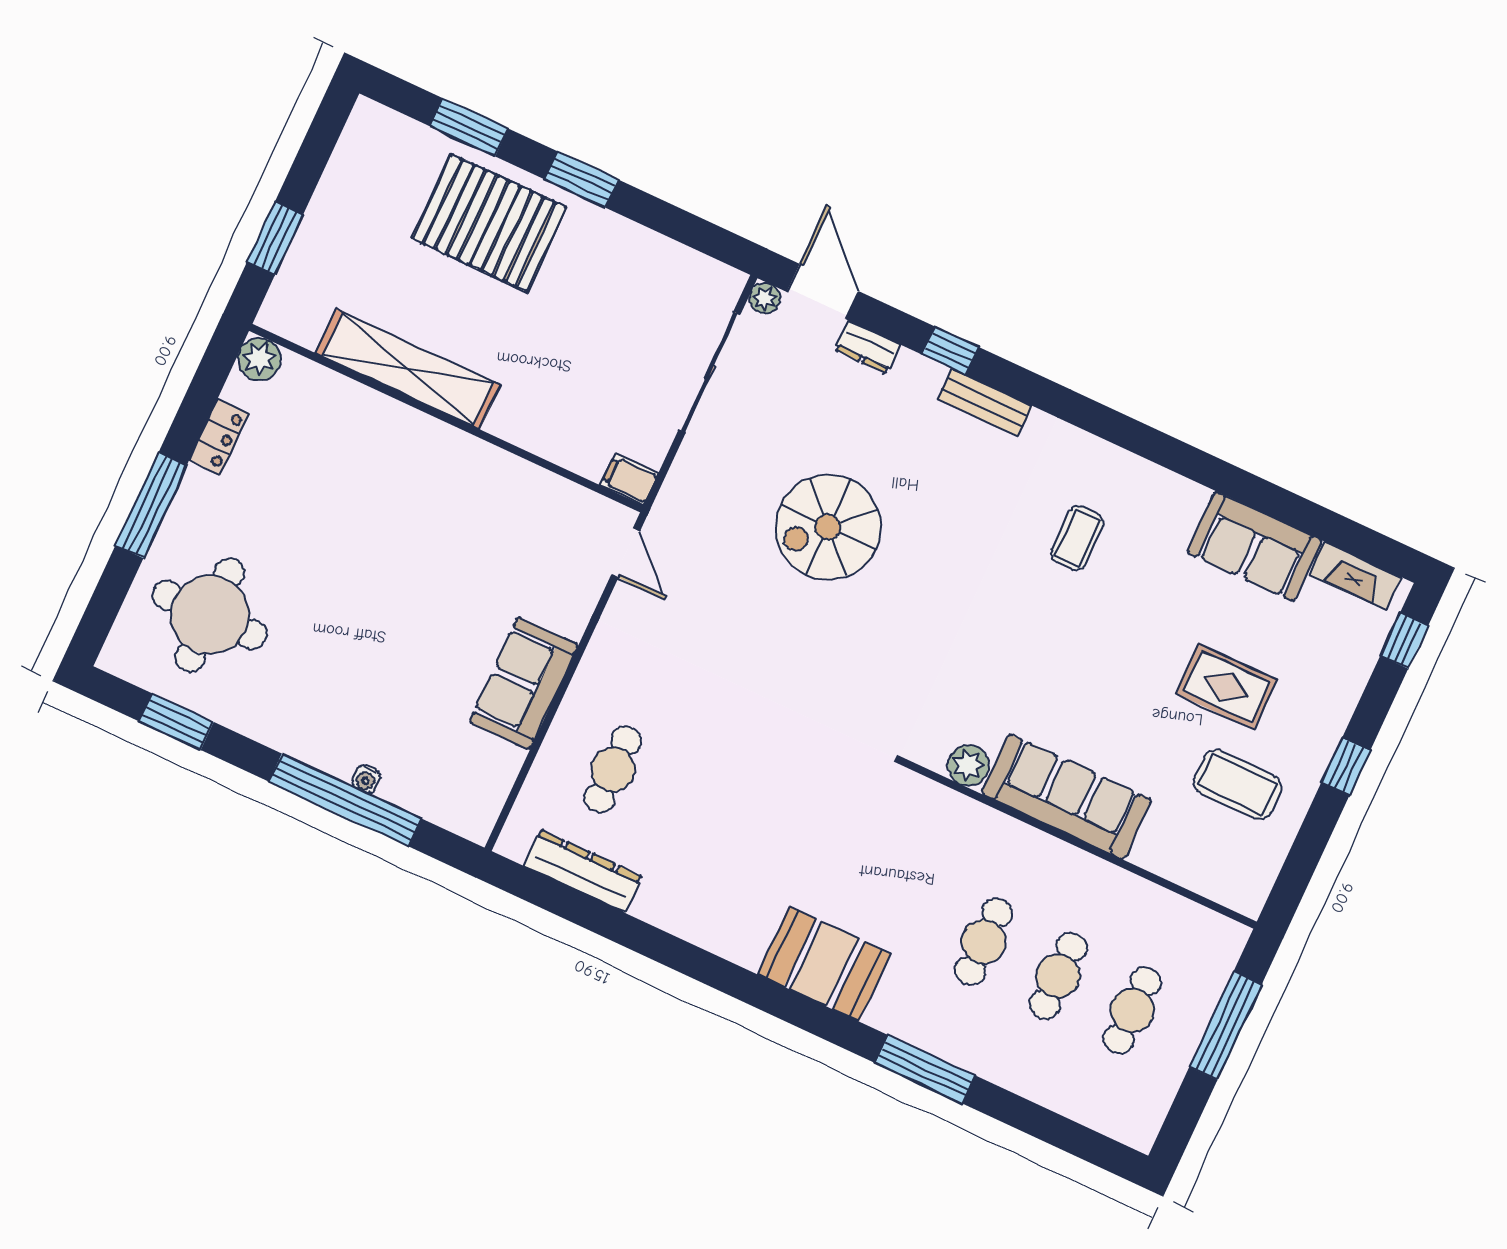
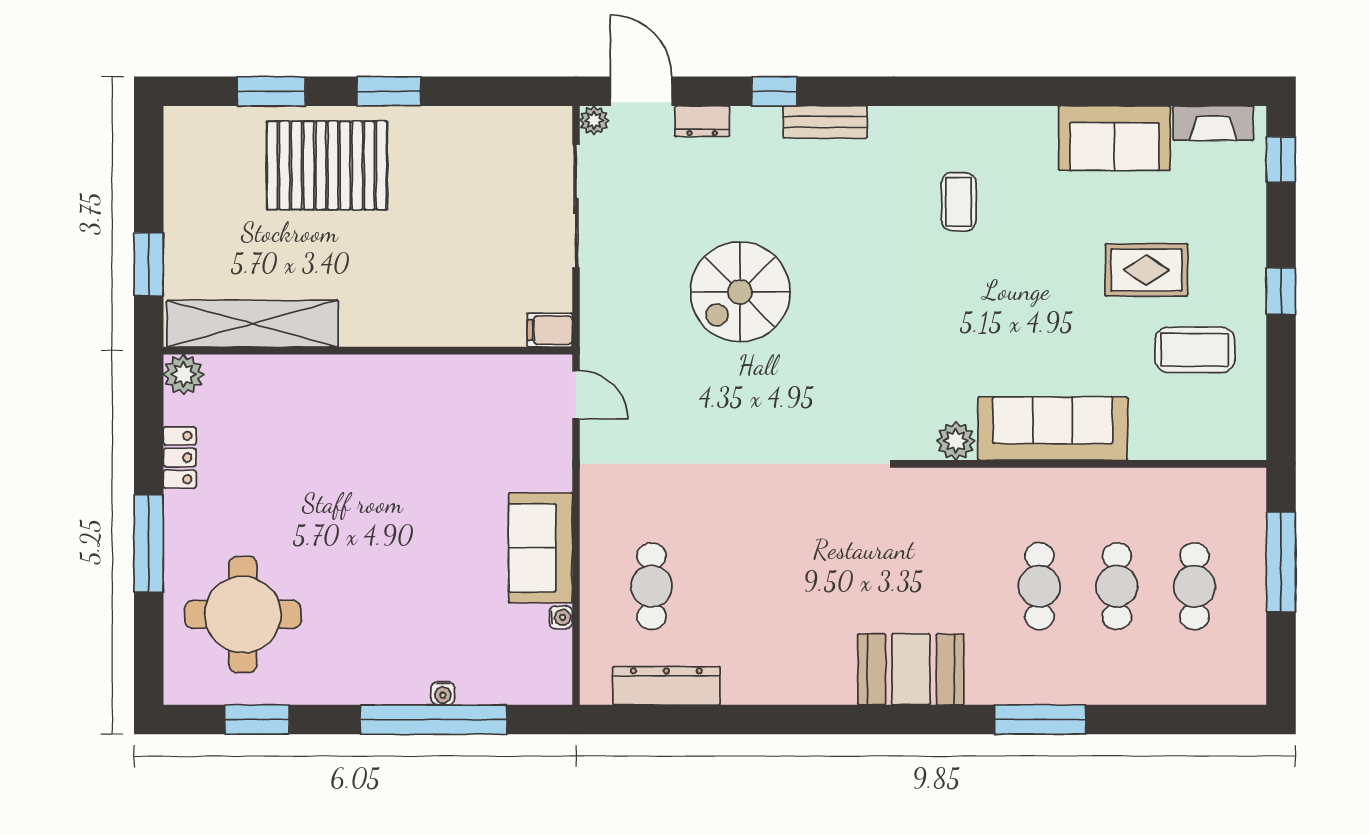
shelving: (408, 369) -> (253, 324), moved
water cooler: (512, 759) -> (561, 617), added

